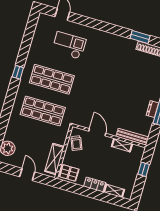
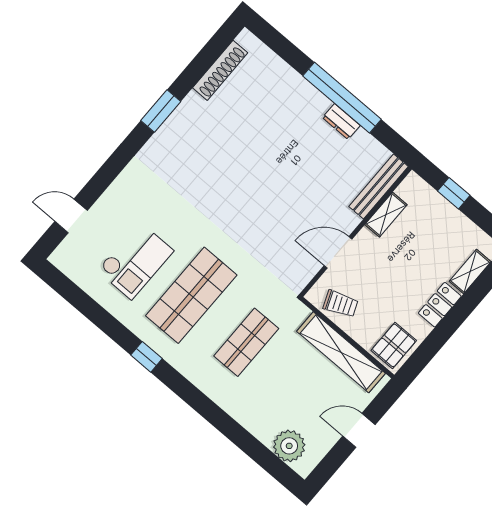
window: (140, 37) -> (161, 111), moved
checkout: (69, 45) -> (135, 261), moved, turned 180
shop shelf: (43, 111) -> (246, 342), width x0.70, depth x0.74
shelving: (54, 159) -> (341, 352), width x1.47

